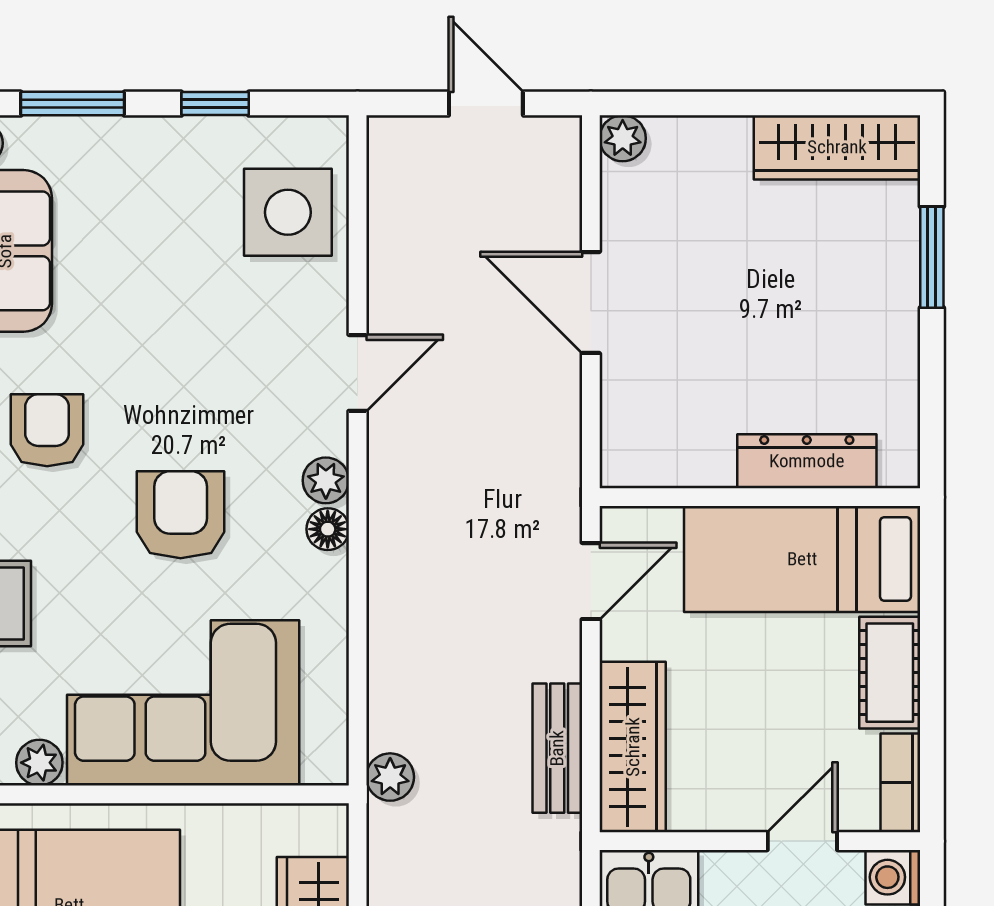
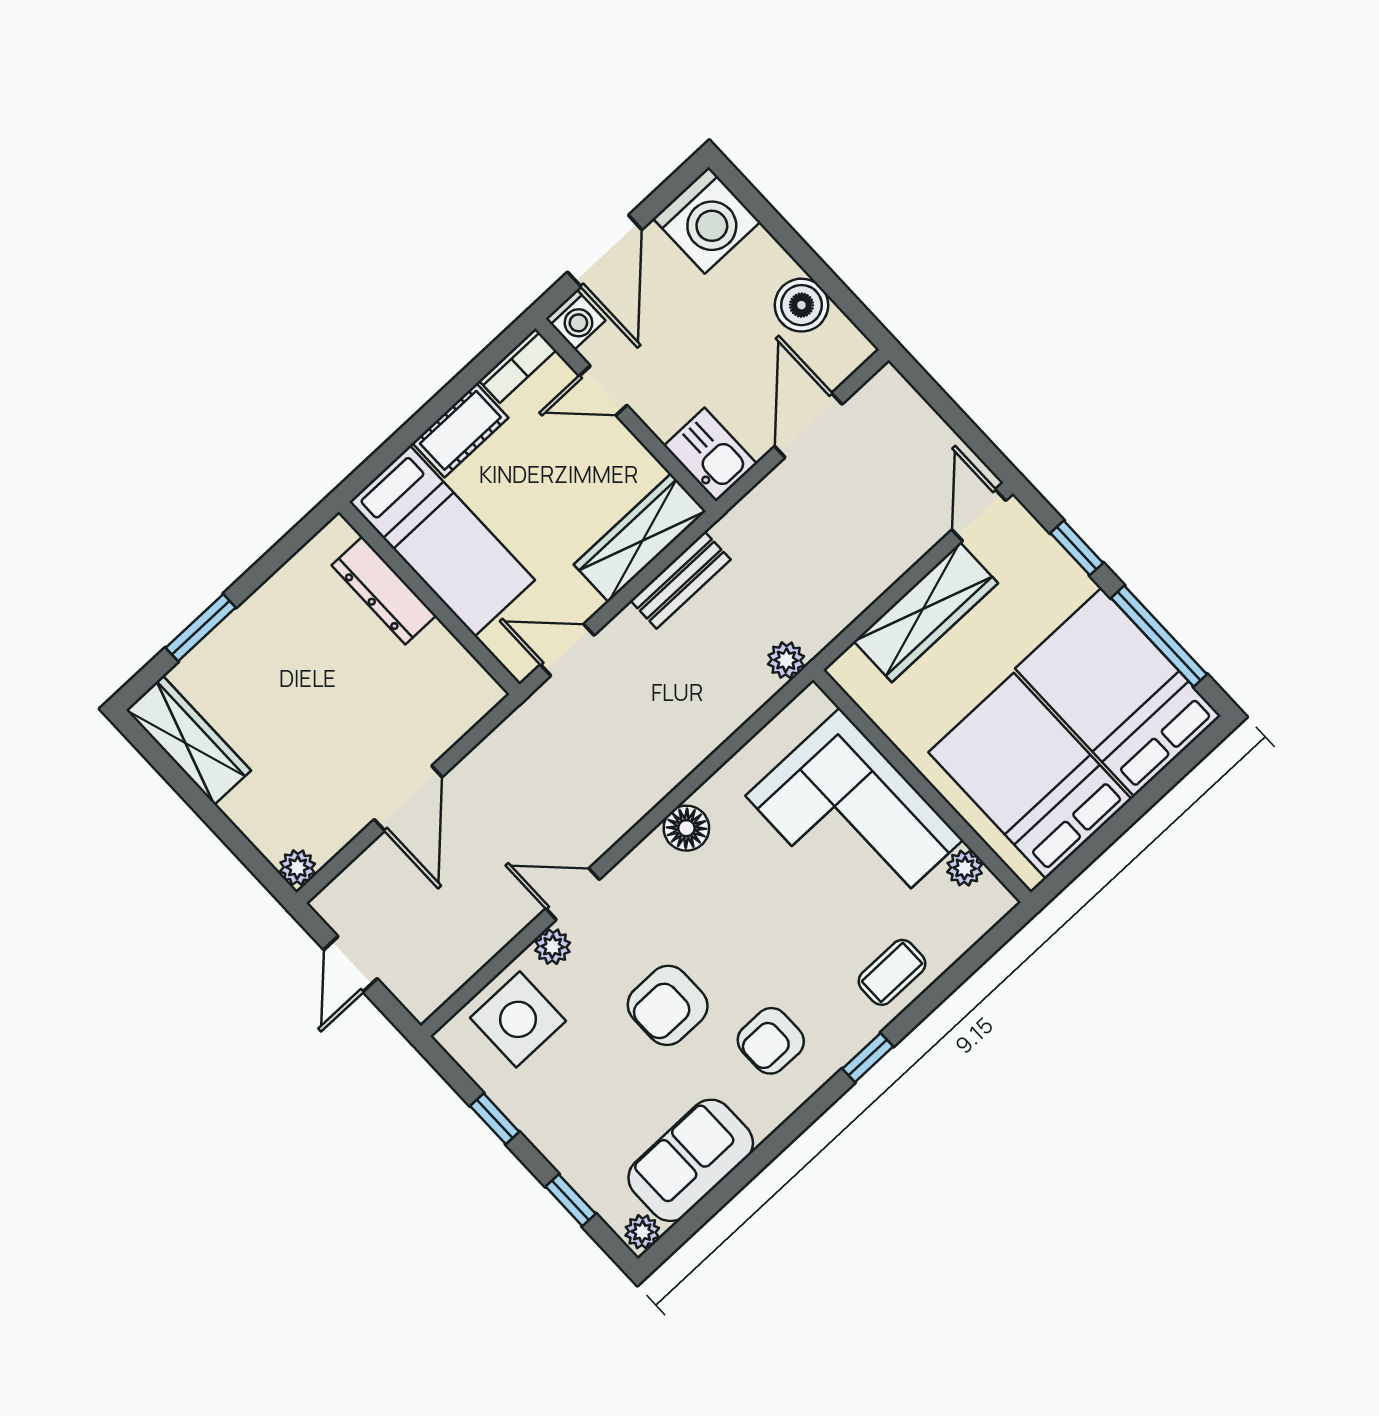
window: (73, 104) -> (571, 1200), width x0.67
plant: (326, 480) -> (553, 947), moved
armchair: (181, 515) -> (668, 1005), moved
floor lamp: (328, 529) -> (686, 828), width x1.37, depth x1.37

